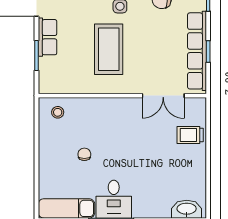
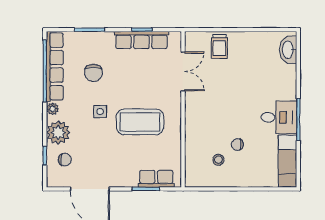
row of seats: (47, 37) -> (156, 179), moved
row of seats: (197, 51) -> (141, 40), width x0.73
stool: (58, 112) -> (218, 160), moved

